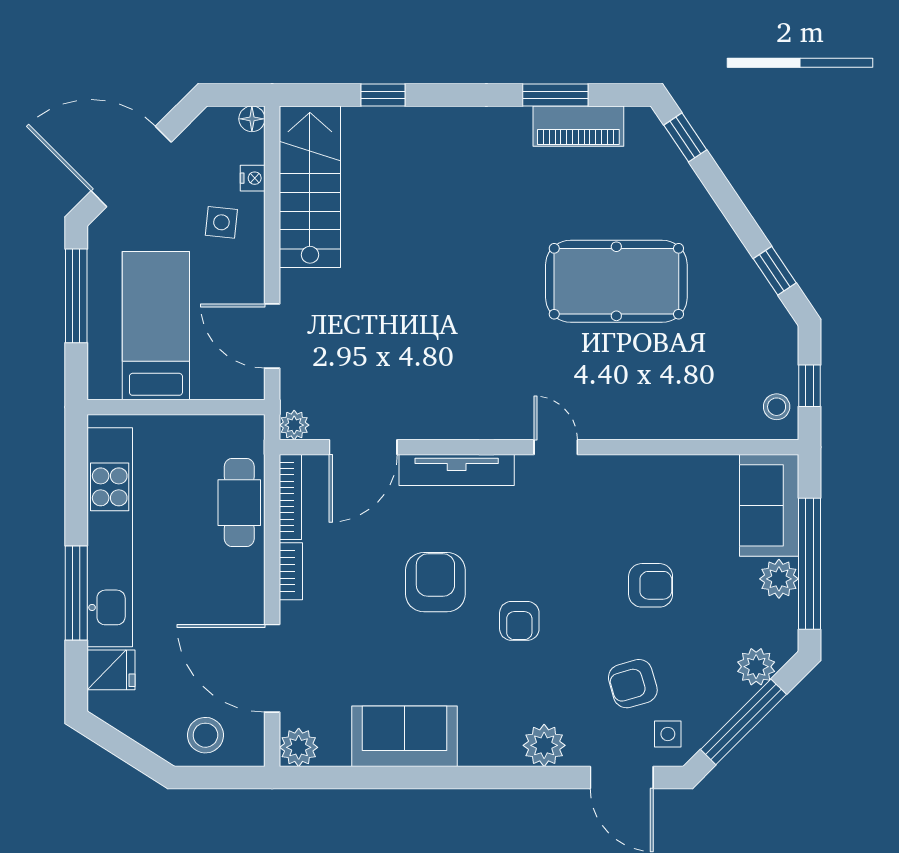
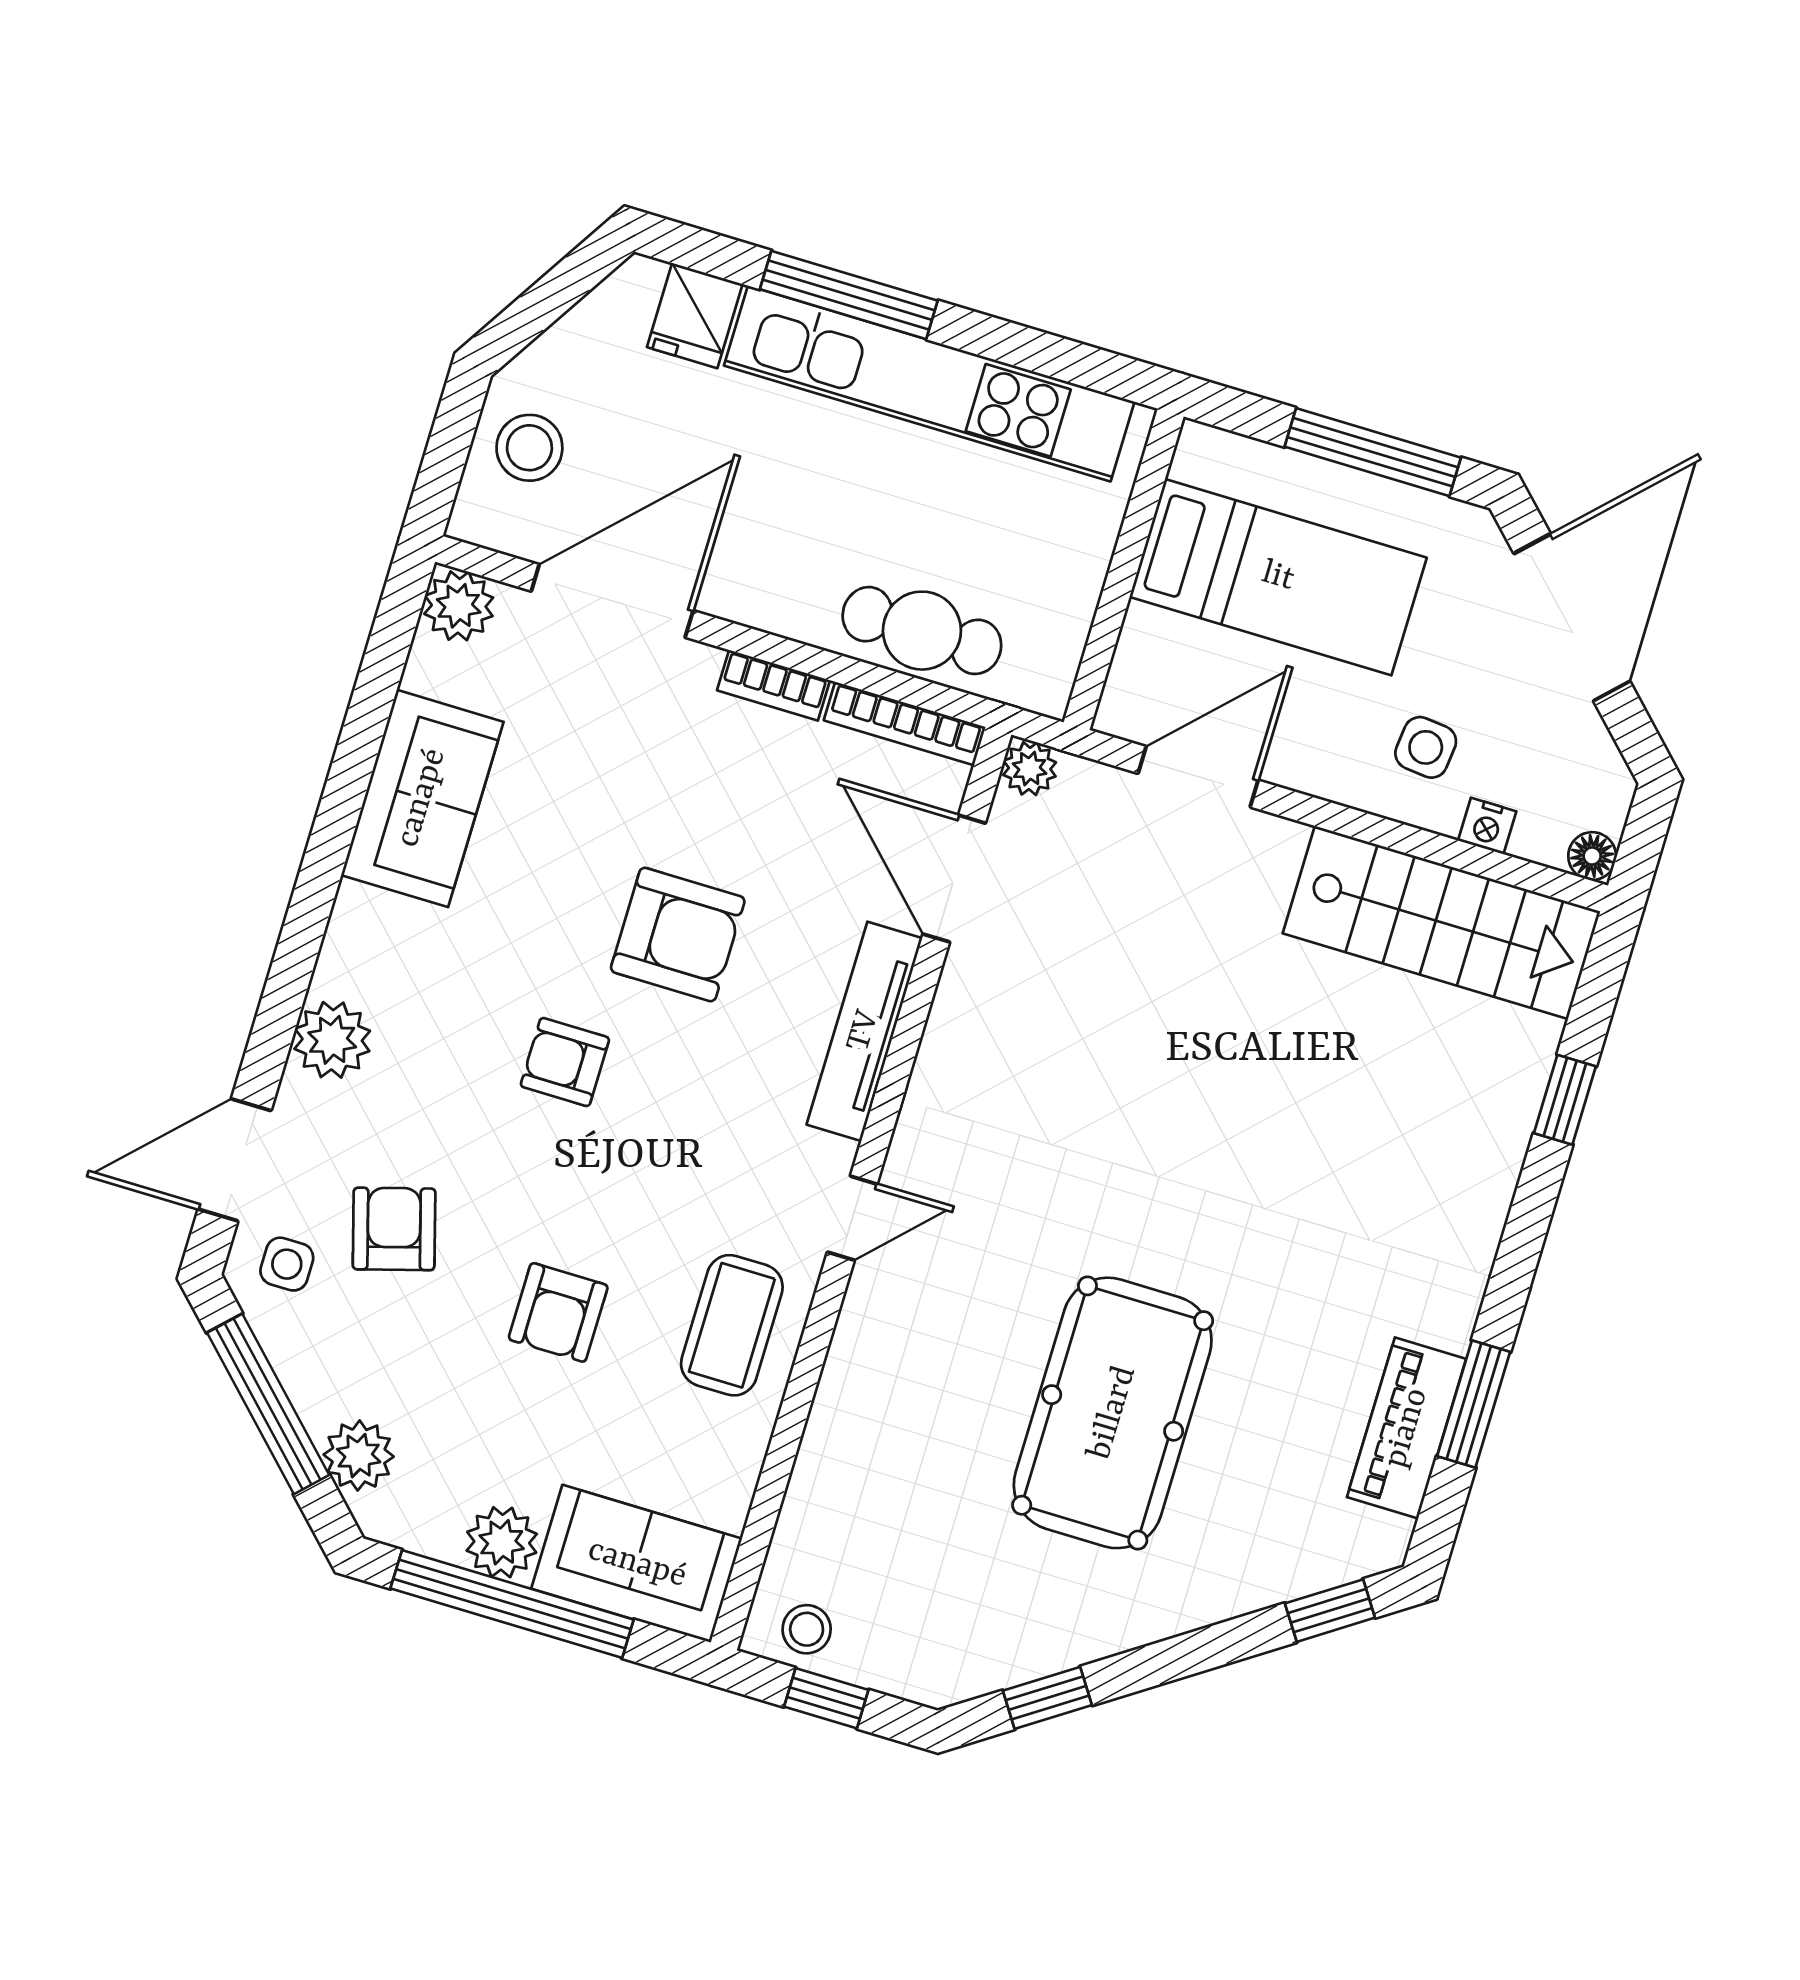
coffee table: (630, 493) -> (732, 1325), added

